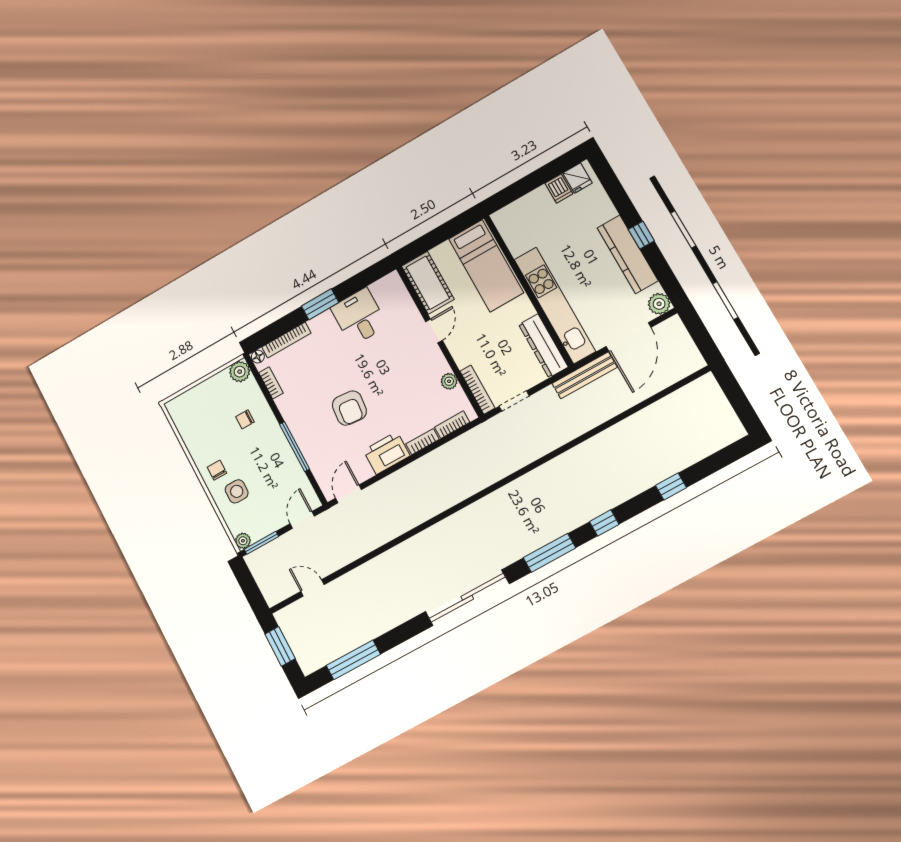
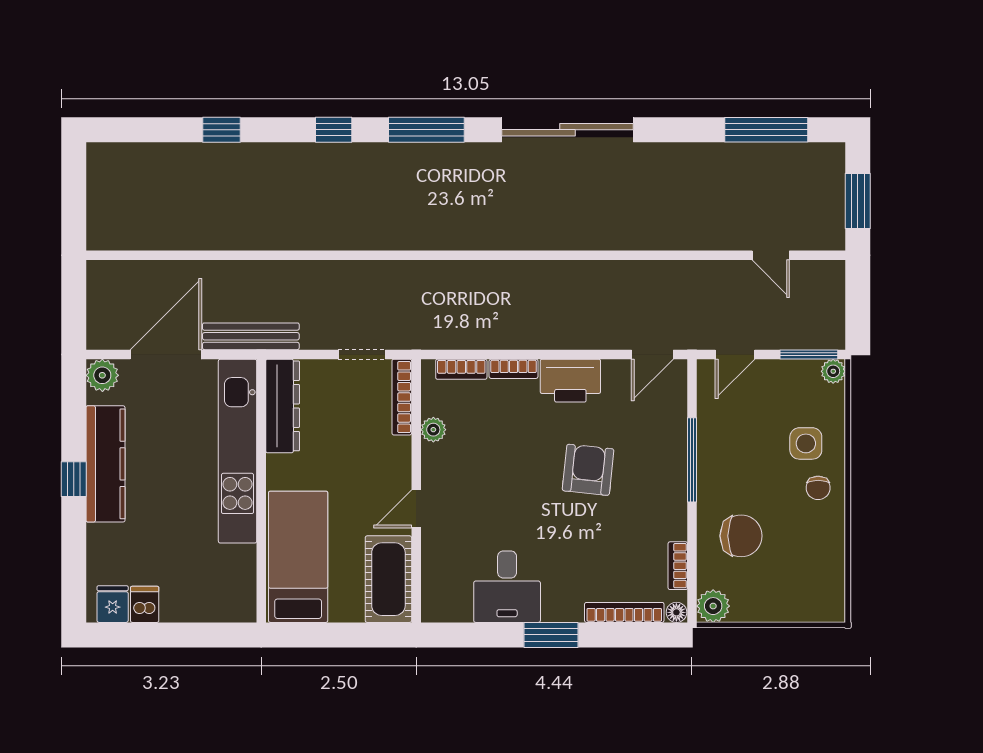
chair: (245, 419) -> (741, 536), width x1.87, depth x1.87

